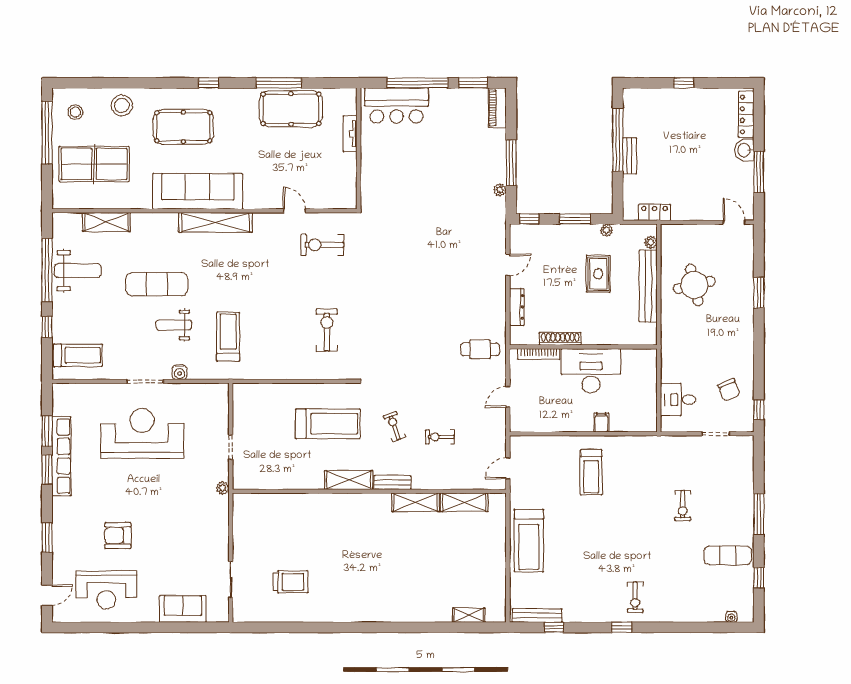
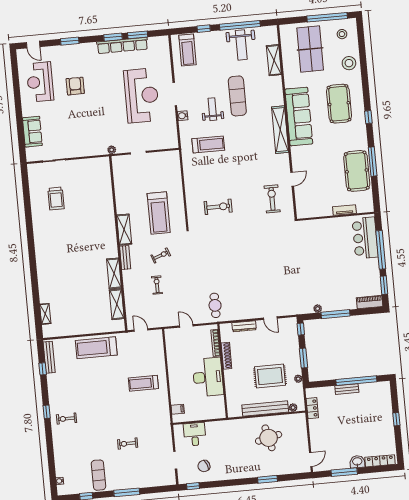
rug: (598, 274) -> (270, 376), width x1.36, depth x1.43
filing cabinet: (601, 422) -> (178, 409), moved

